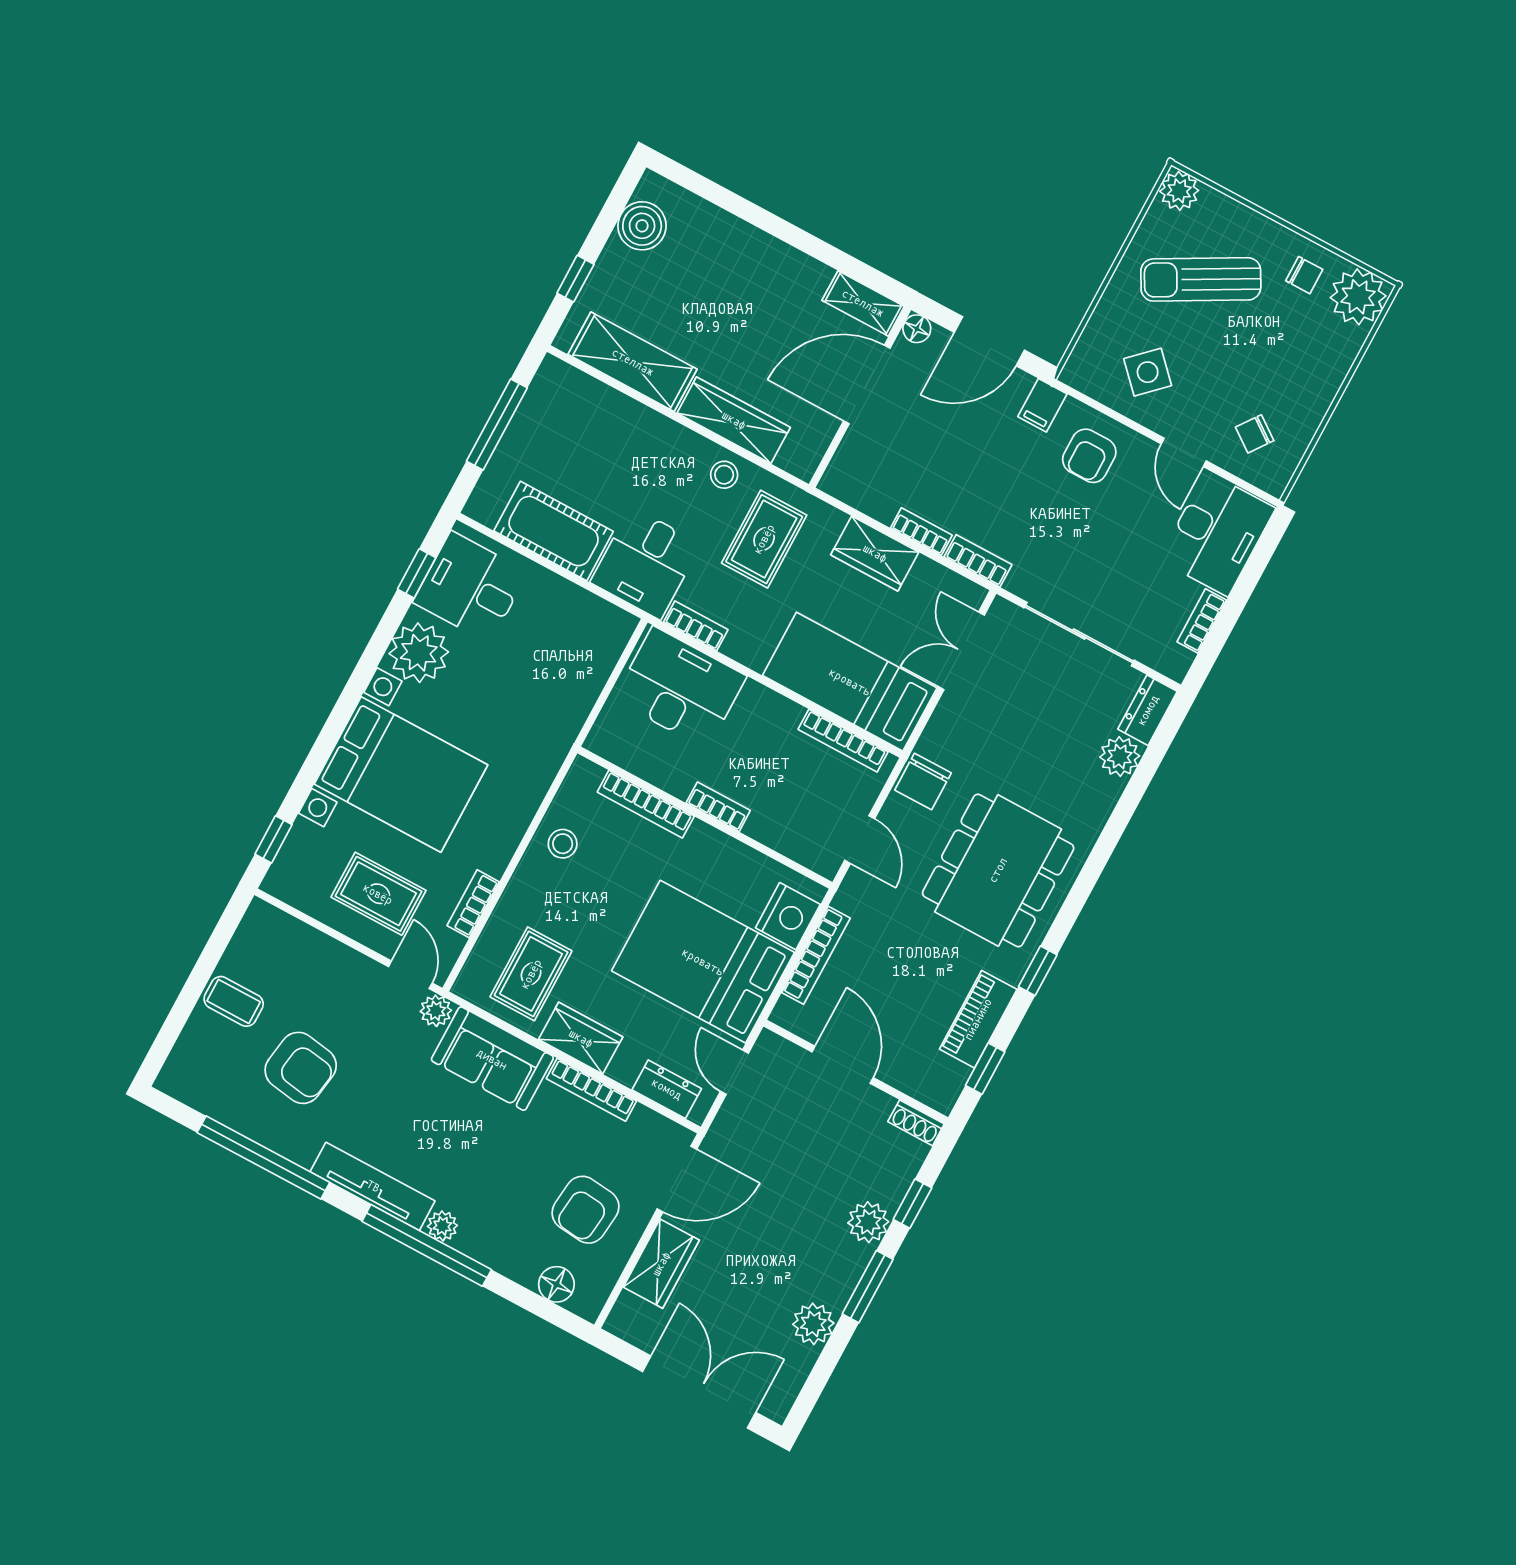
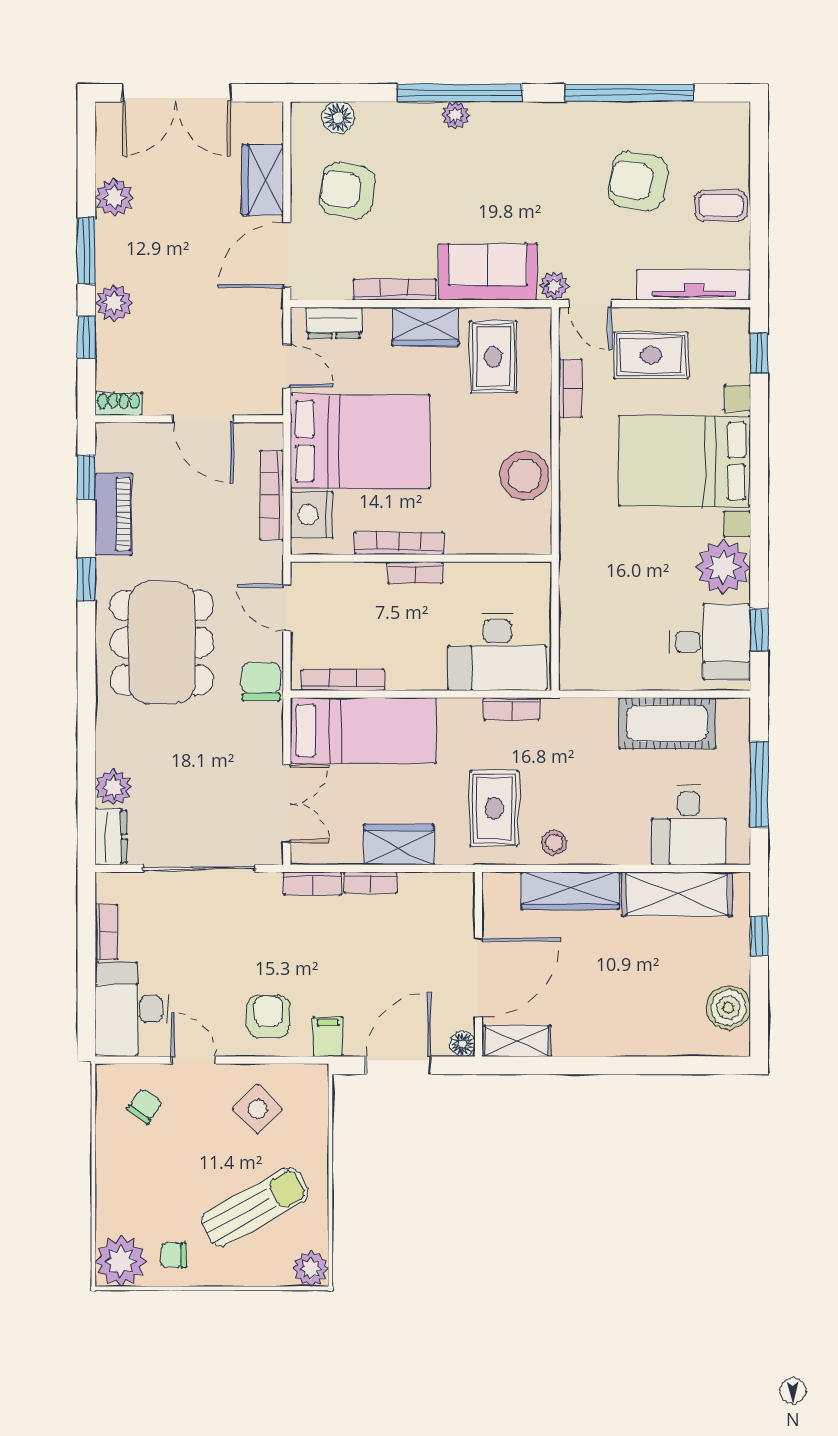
desk: (646, 563) -> (689, 825), moved, turned 180
bookcase: (646, 804) -> (399, 543), moved
stool: (563, 844) -> (524, 475), width x1.89, depth x1.89
tv unit: (373, 1186) -> (694, 285), moved, turned 180
armchair: (585, 1210) -> (347, 191), turned -87

